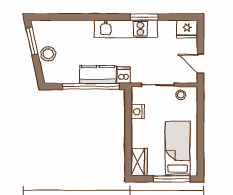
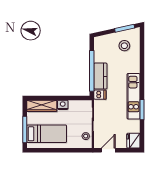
stool: (48, 54) -> (124, 46), moved
nightstand: (138, 112) -> (63, 105), moved
wardrobe: (139, 162) -> (42, 106), width x1.50

